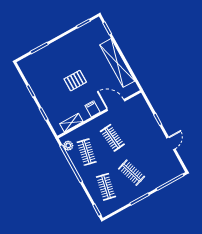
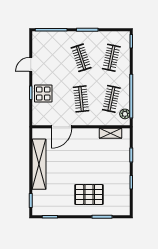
pallet: (75, 81) -> (89, 194), moved, width x1.50, depth x1.42
door: (116, 105) -> (61, 127), hinge flipped
filing cabinet: (92, 109) -> (84, 135), removed
display table: (147, 125) -> (43, 94), added

